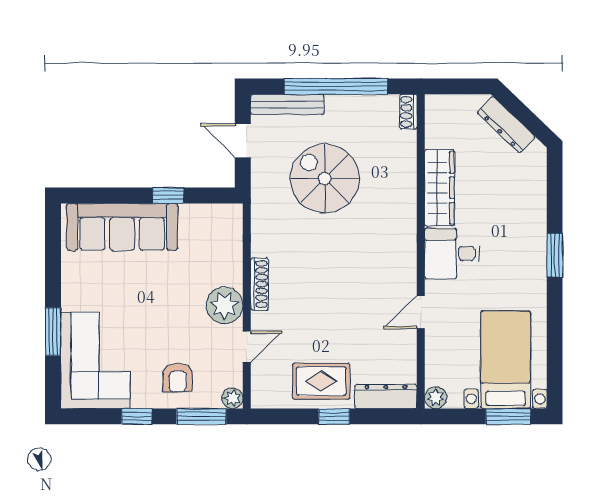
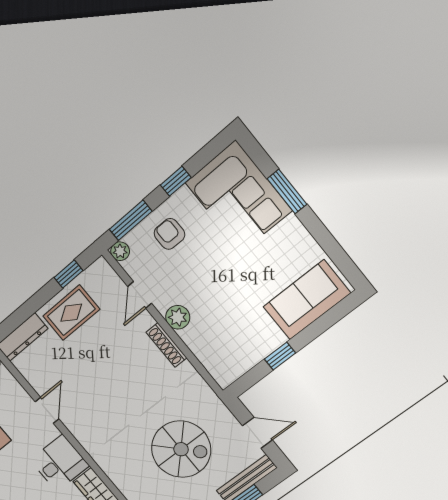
sofa: (122, 227) -> (307, 300), width x0.73
plant: (224, 305) -> (178, 317), width x0.73, depth x0.73
window: (334, 416) -> (68, 274), moved

